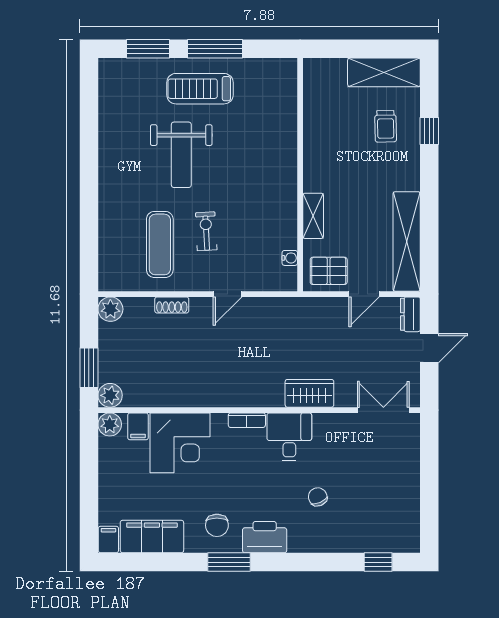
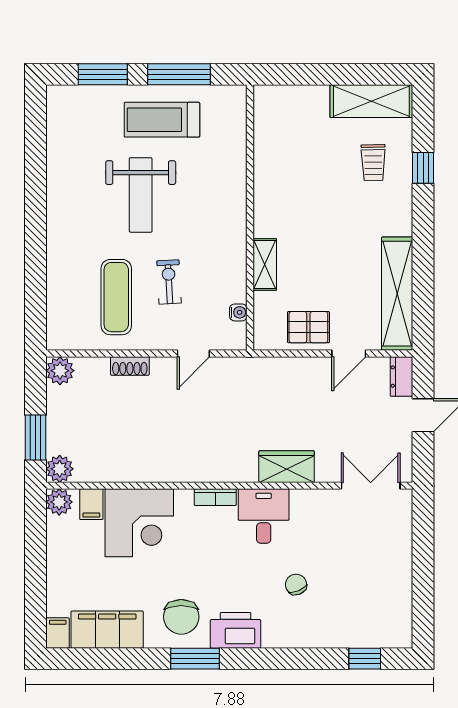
wall: (300, 175) -> (250, 218), moved
shelving: (313, 216) -> (265, 264), moved
water cooler: (290, 258) -> (238, 312), moved
chair: (217, 525) -> (181, 617), width x1.37, depth x1.37

